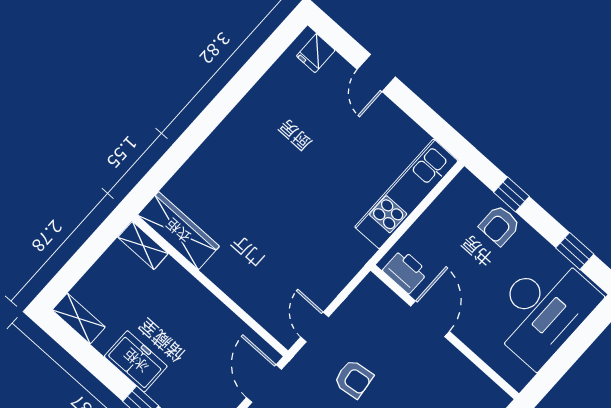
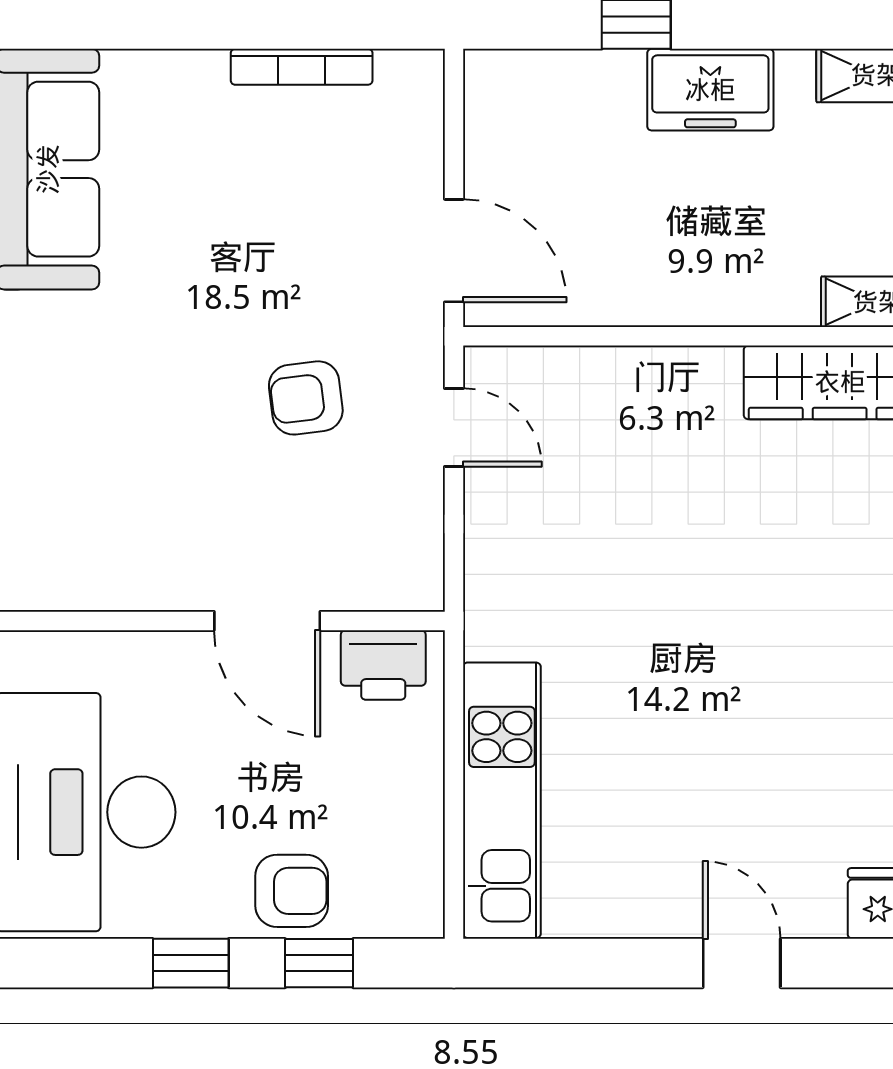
armchair: (500, 225) -> (292, 891), turned 90
window: (575, 251) -> (191, 963), moved

